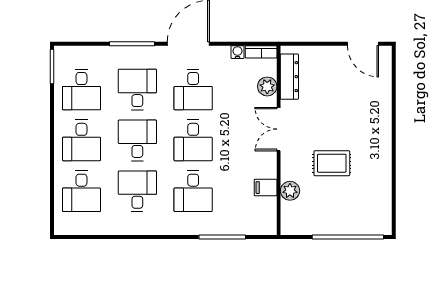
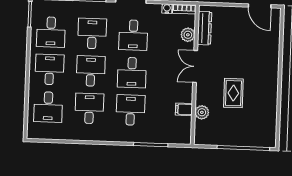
desk: (81, 140) -> (50, 70), turned 180
rug: (332, 163) -> (233, 93), turned 90
desk: (193, 191) -> (130, 110), turned 180

